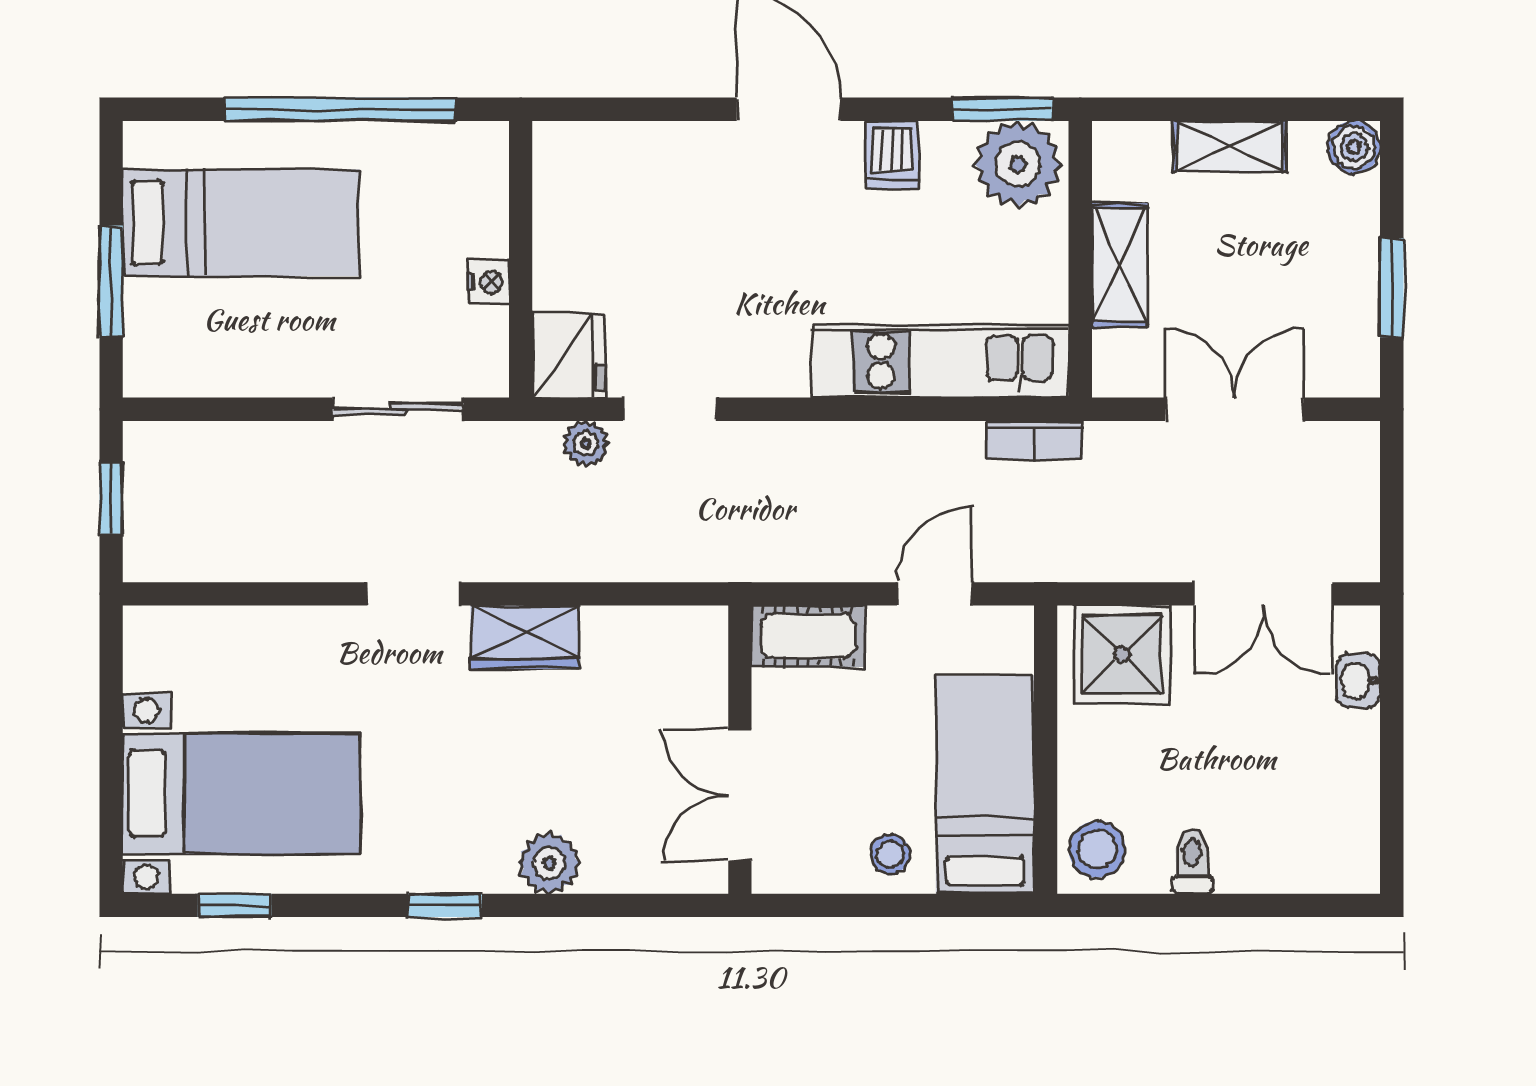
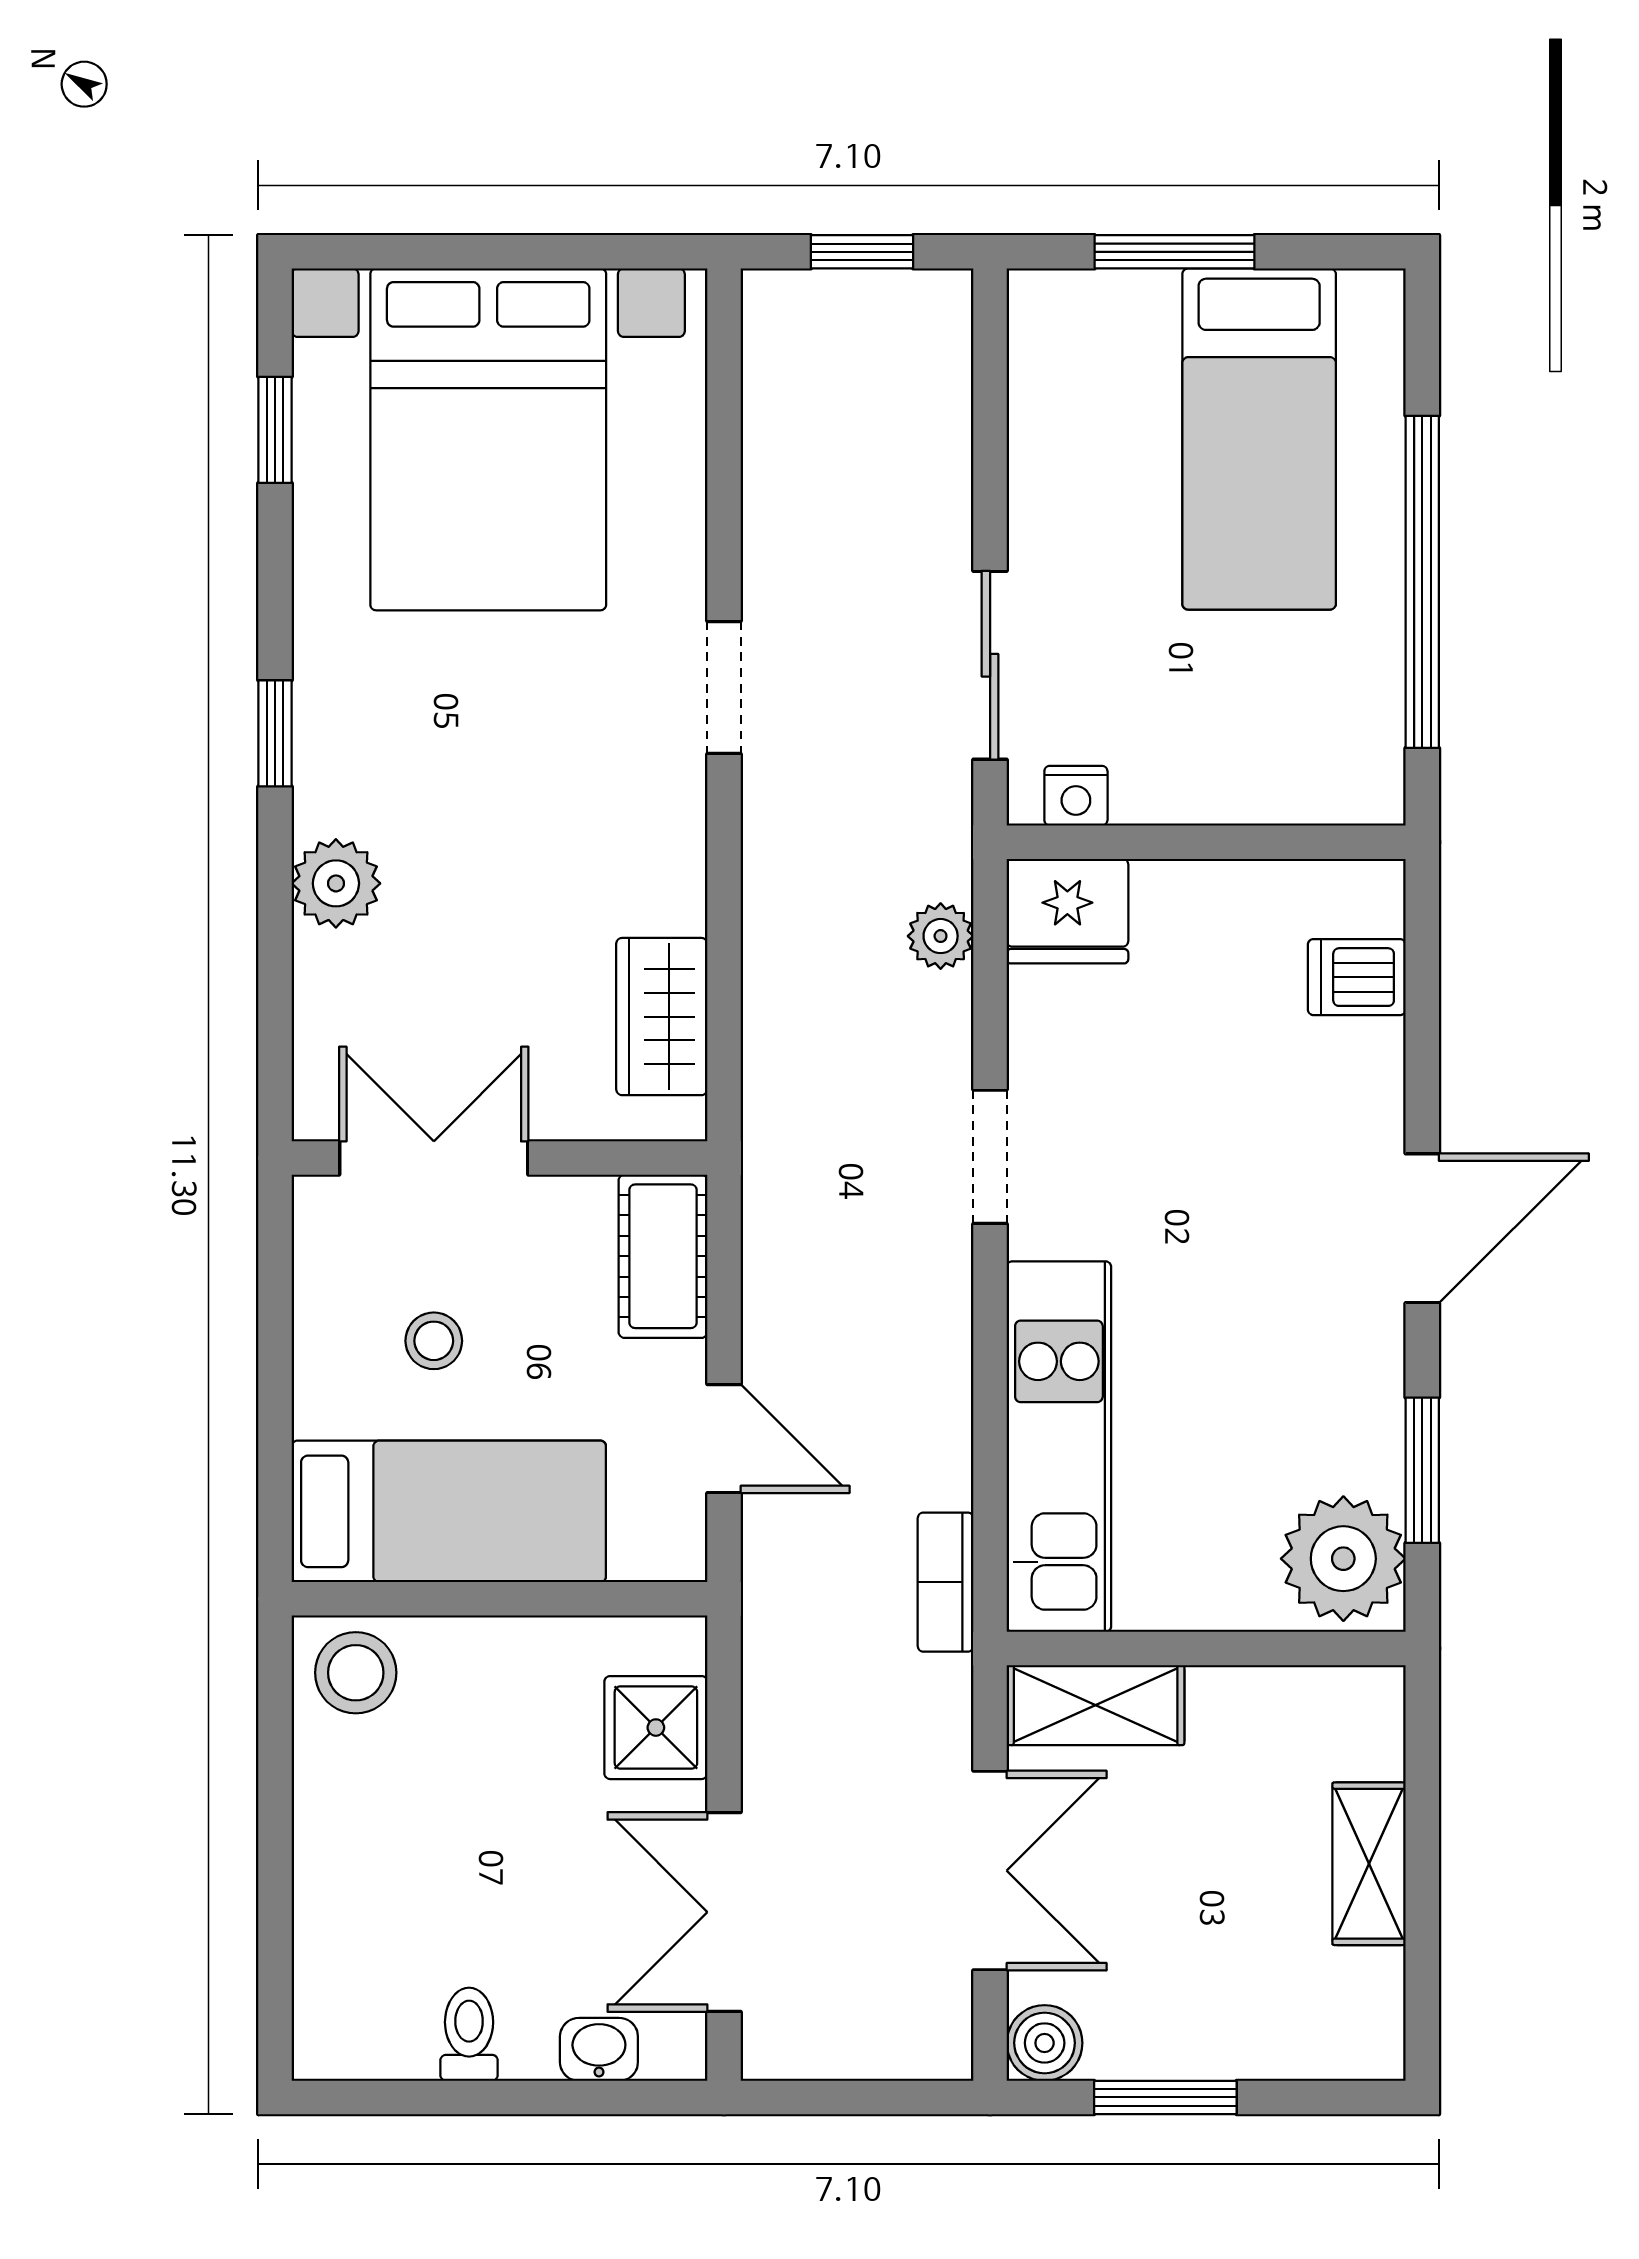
window: (1003, 109) -> (1422, 1470), moved
boiler: (1354, 147) -> (1045, 2043), moved
dishwasher: (892, 155) -> (1357, 977), moved
shelving: (1120, 265) -> (1096, 1705), moved
nightstand: (488, 282) -> (1076, 796), moved
doorway: (669, 409) -> (990, 1157), moved
wardrobe: (525, 637) -> (662, 1017), moved
shower: (1122, 654) -> (656, 1728), width x0.73, depth x0.73
bed with nightstands: (241, 794) -> (488, 439), width x1.36
stool: (890, 854) -> (434, 1341), moved
toilet: (1192, 861) -> (469, 2034), moved, turned -90

